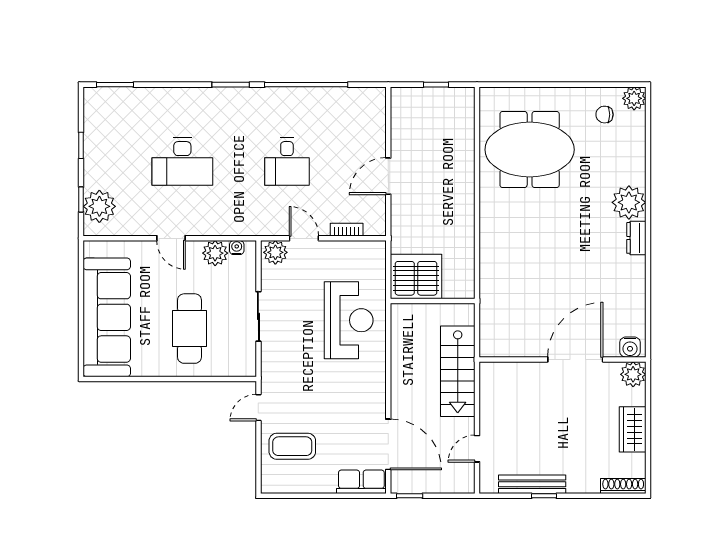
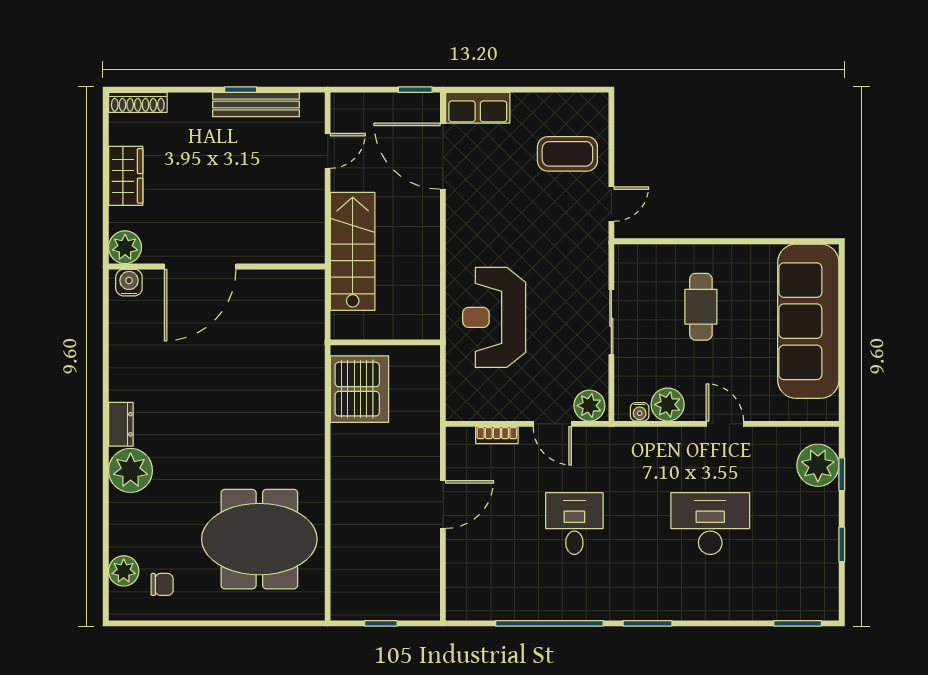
plant: (634, 98) -> (124, 571), moved
server rack: (416, 276) -> (360, 389), moved, turned -90
cafe table: (189, 329) -> (701, 307), width x0.73, depth x0.74

